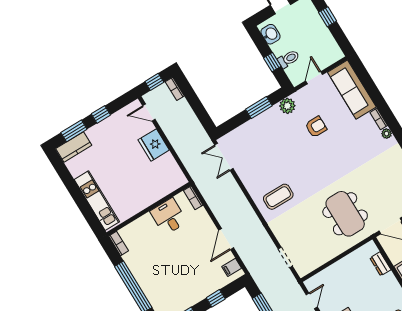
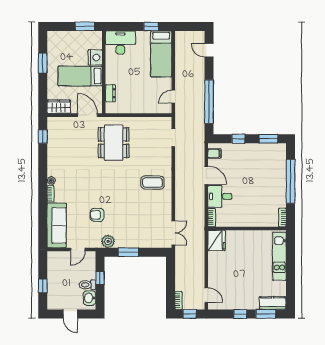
toilet: (289, 59) -> (87, 285), moved
fridge: (154, 145) -> (217, 240), moved
desk: (169, 217) -> (220, 196), moved, turned 90
door: (226, 239) -> (206, 175), hinge flipped

